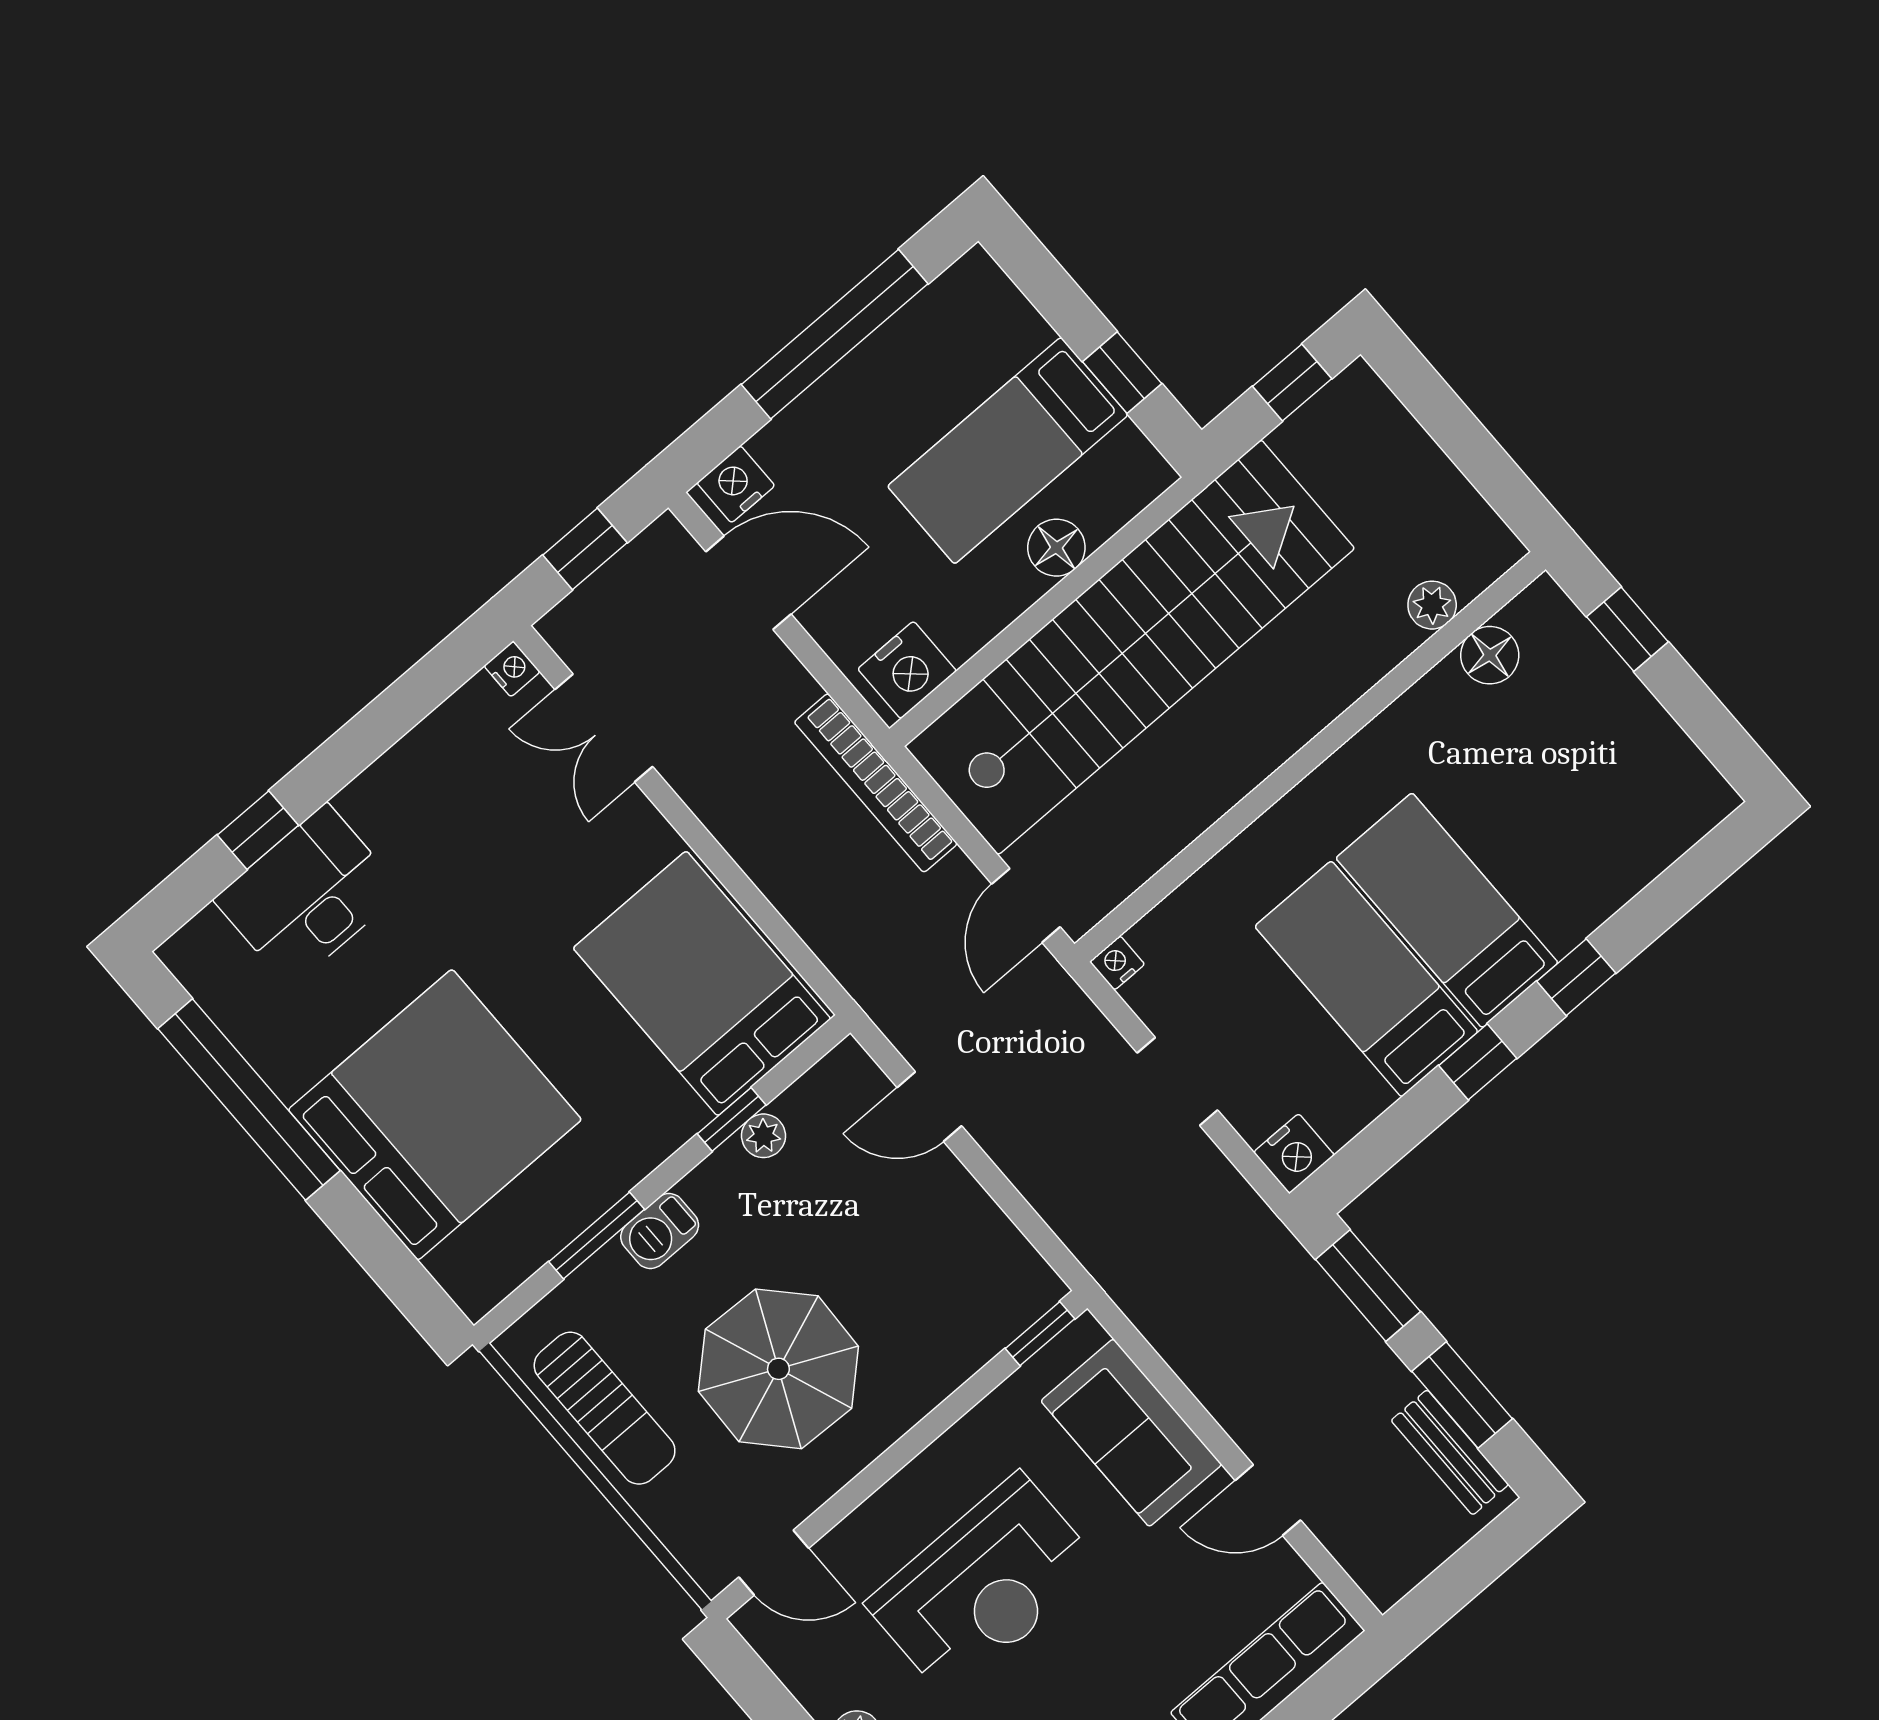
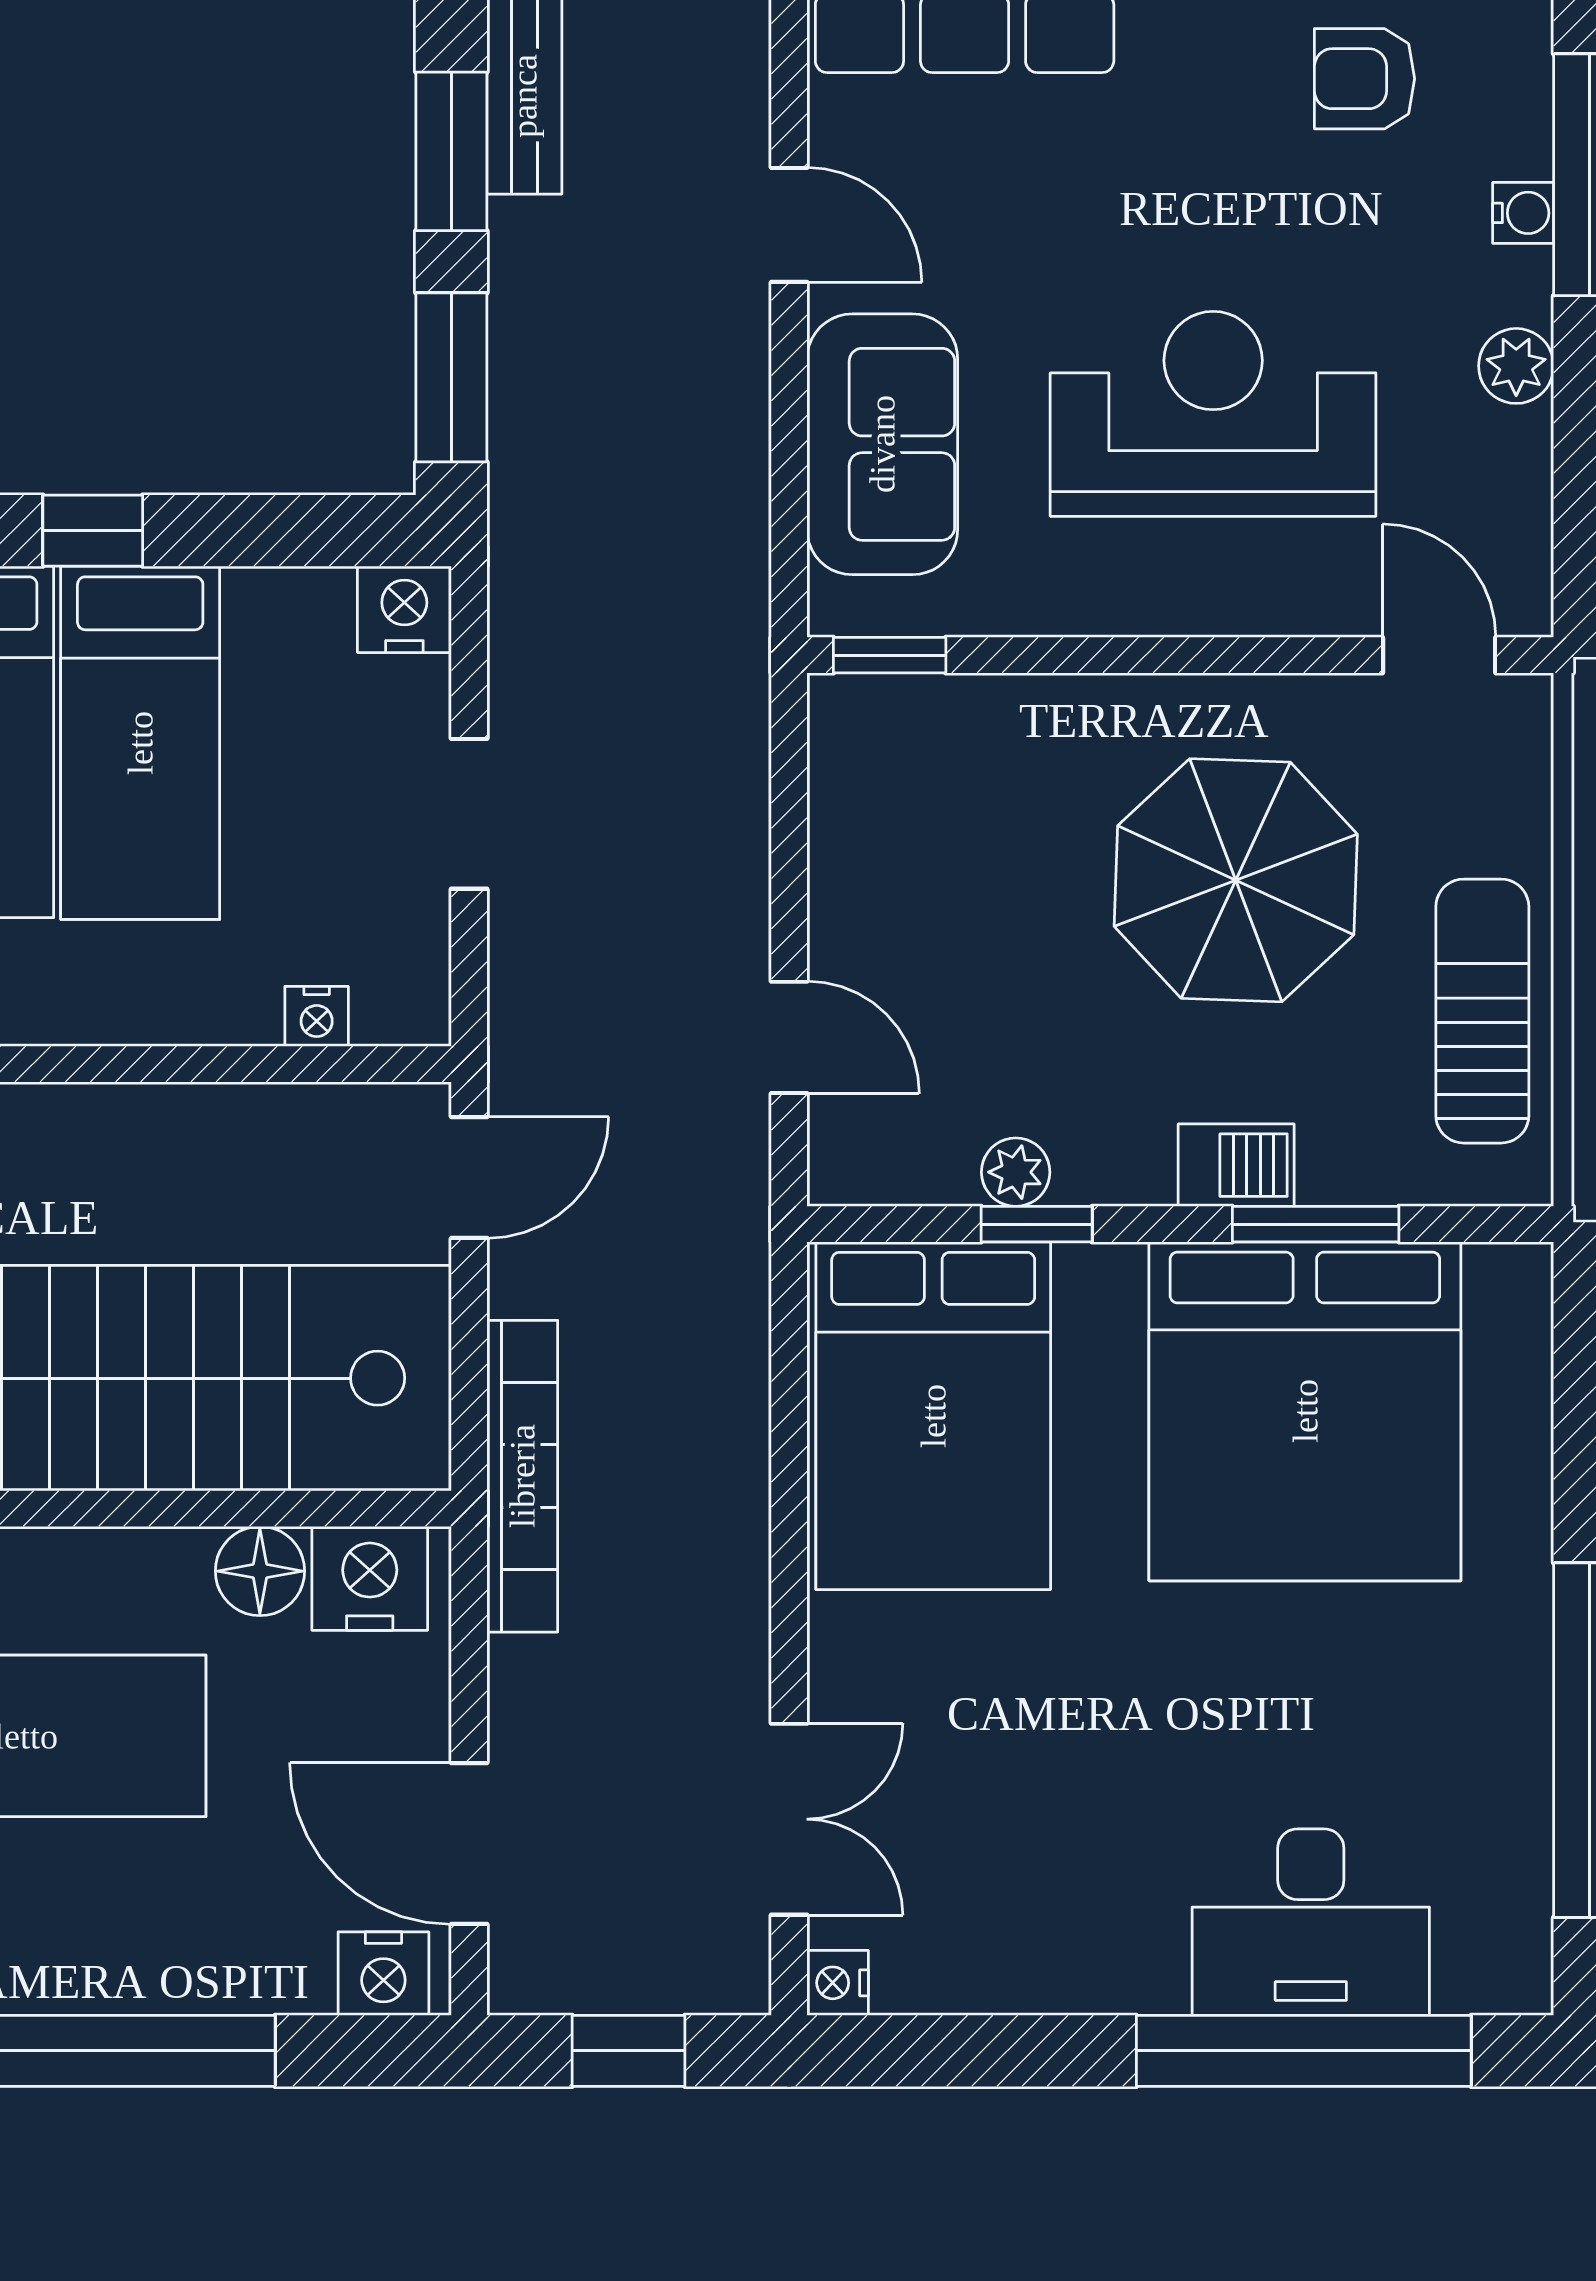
floor lamp: (1056, 548) -> (260, 1571), moved
window: (258, 830) -> (1304, 2051), width x3.17
nightstand: (1117, 963) -> (317, 1016), moved
bed: (435, 1115) -> (1305, 1411), moved, turned -90

